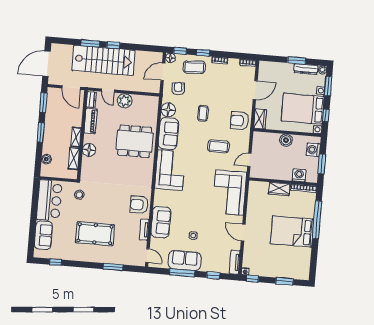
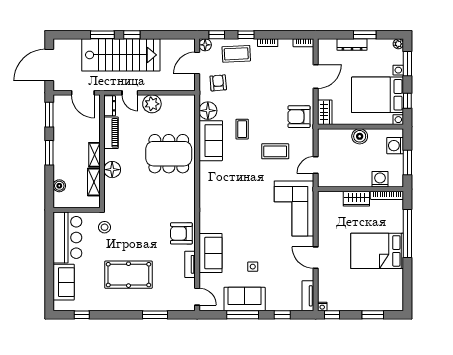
dresser: (306, 69) -> (352, 45), moved
coffee table: (203, 113) -> (242, 129), moved
corner sofa: (170, 170) -> (217, 186), removed

